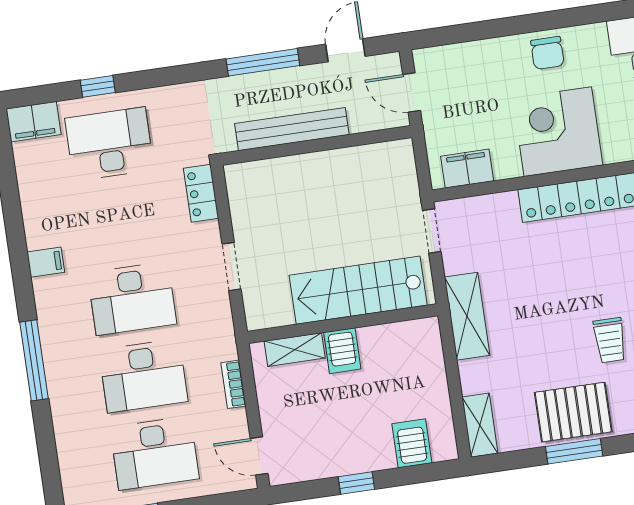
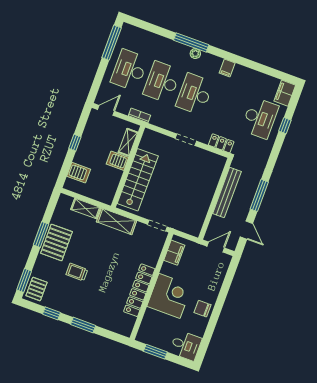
stairs: (358, 290) -> (138, 180), moved
wall: (343, 324) -> (128, 167), moved
plant: (51, 341) -> (195, 54), added
shelving: (295, 350) -> (128, 142), moved
server rack: (342, 351) -> (117, 161), moved
shelving: (480, 425) -> (86, 209), moved

